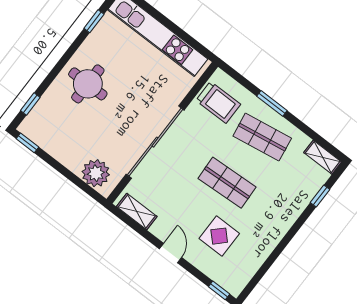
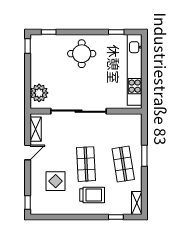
trolley: (218, 102) -> (92, 195), moved, turned -90
door: (171, 253) -> (28, 153), moved

